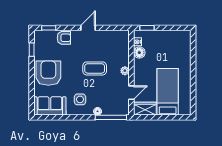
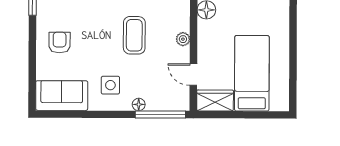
coffee table: (95, 68) -> (134, 35), turned 90
armchair: (48, 73) -> (60, 43), width x0.53, depth x0.53
door: (131, 93) -> (193, 75), swing flipped

